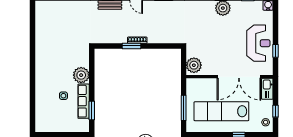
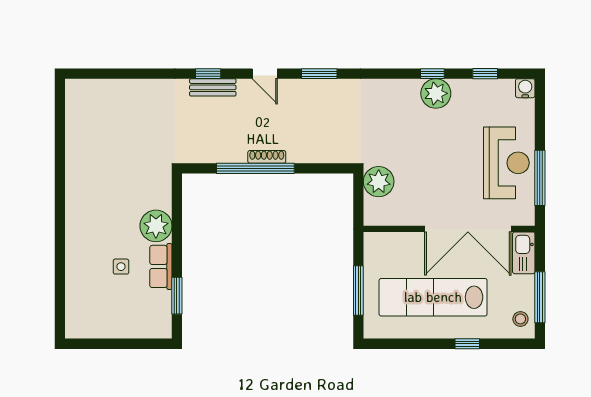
window: (131, 46) -> (255, 168), width x2.11
window: (275, 51) -> (540, 178), width x2.17
plant: (194, 65) -> (379, 182), moved
row of seats: (84, 101) -> (161, 266), width x0.68
window: (275, 111) -> (540, 297), width x2.17

